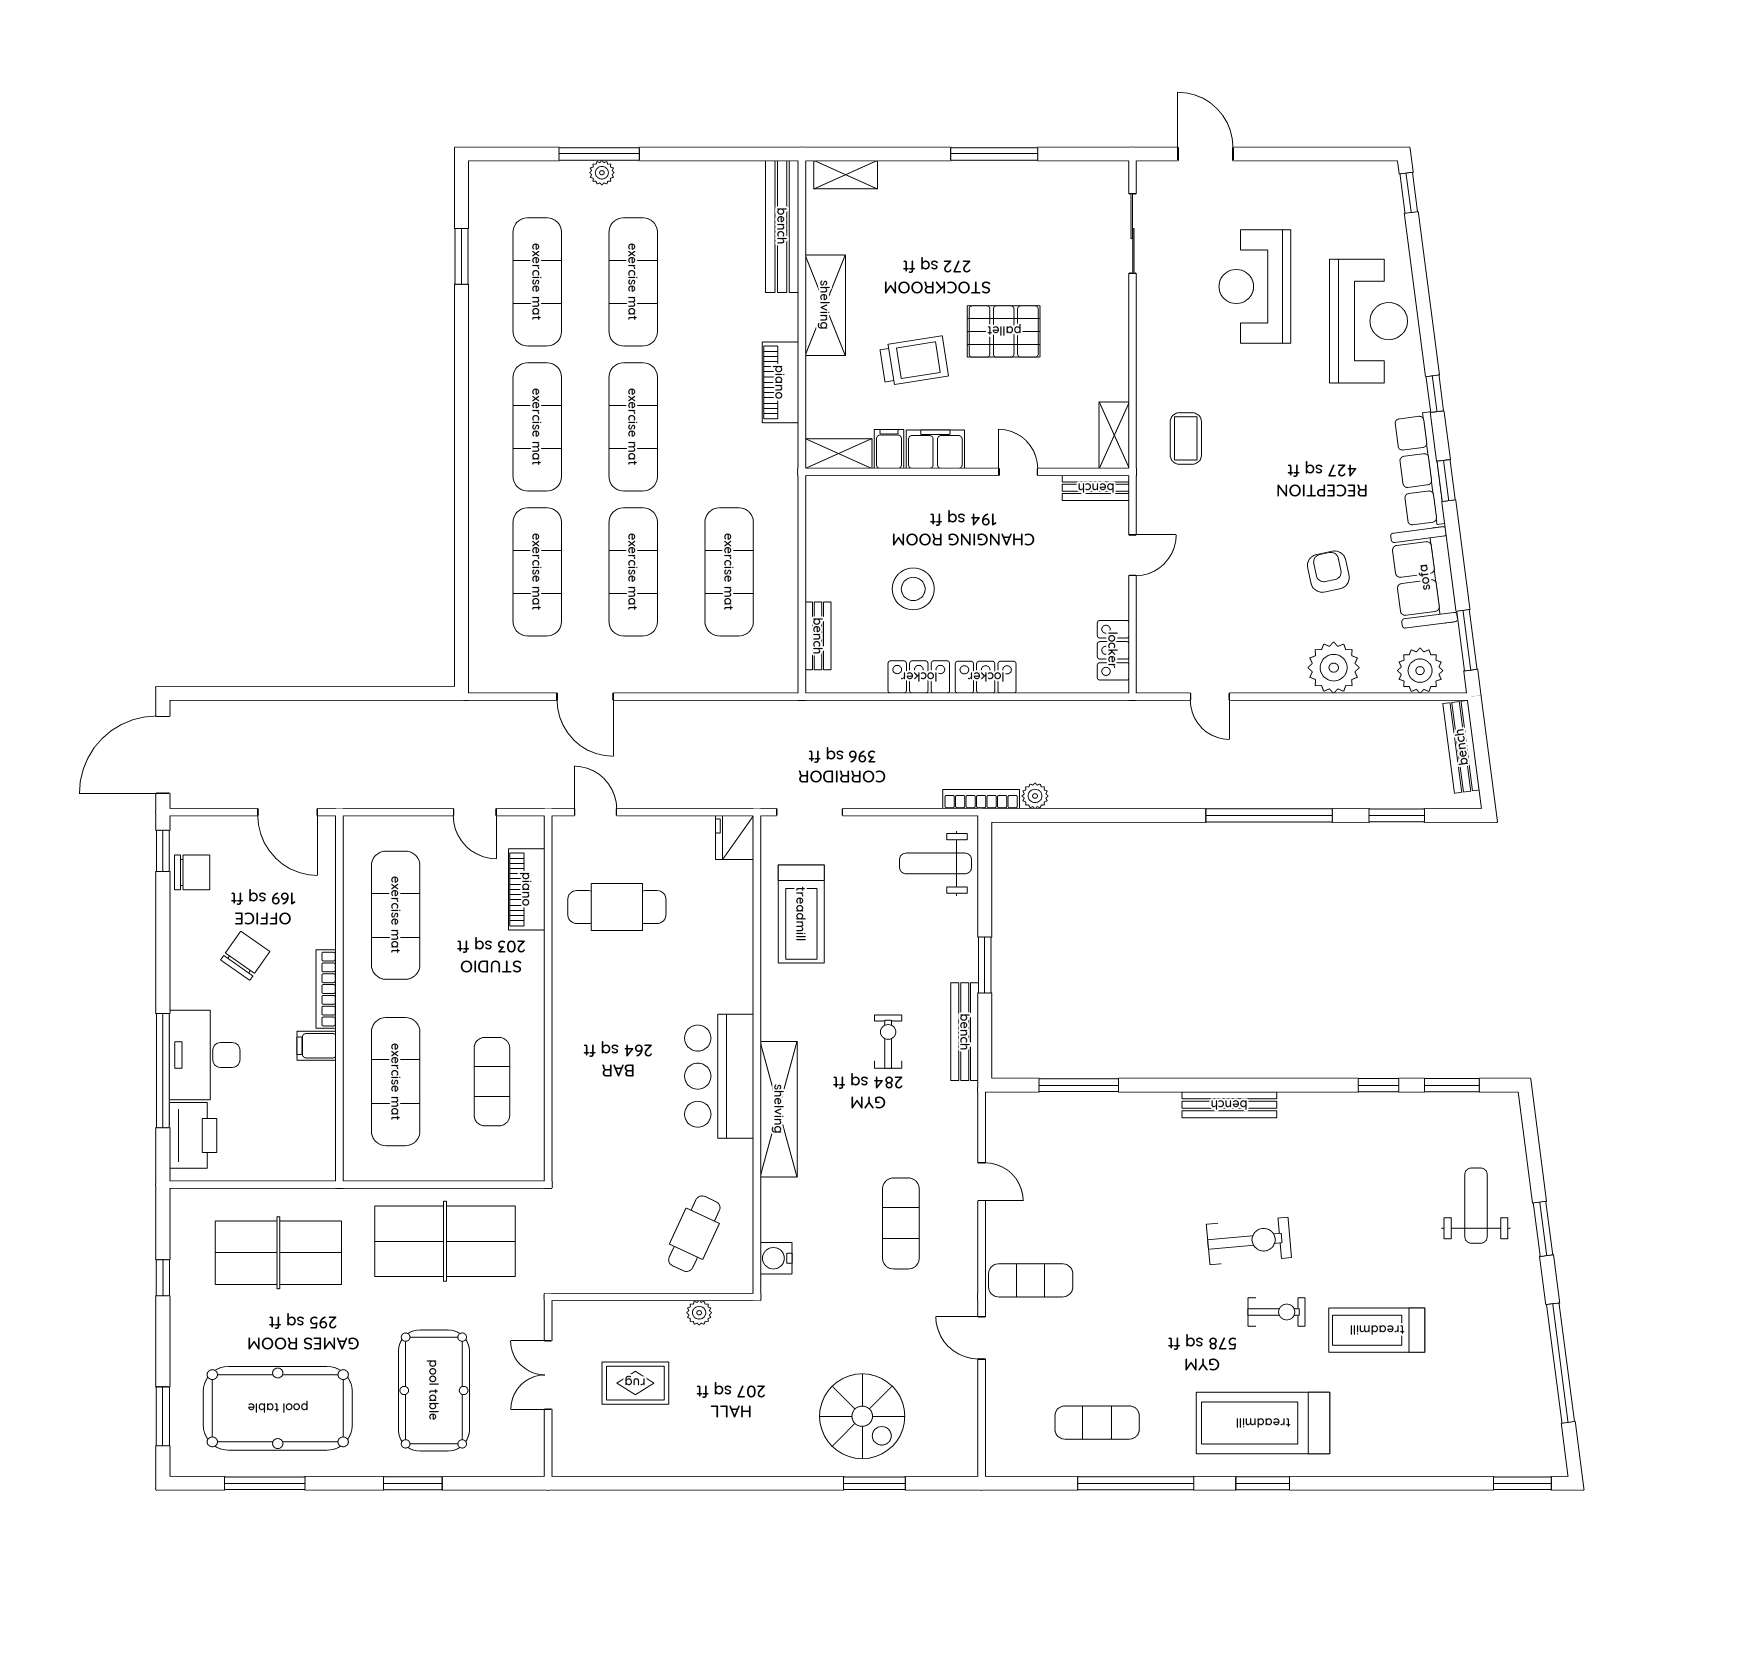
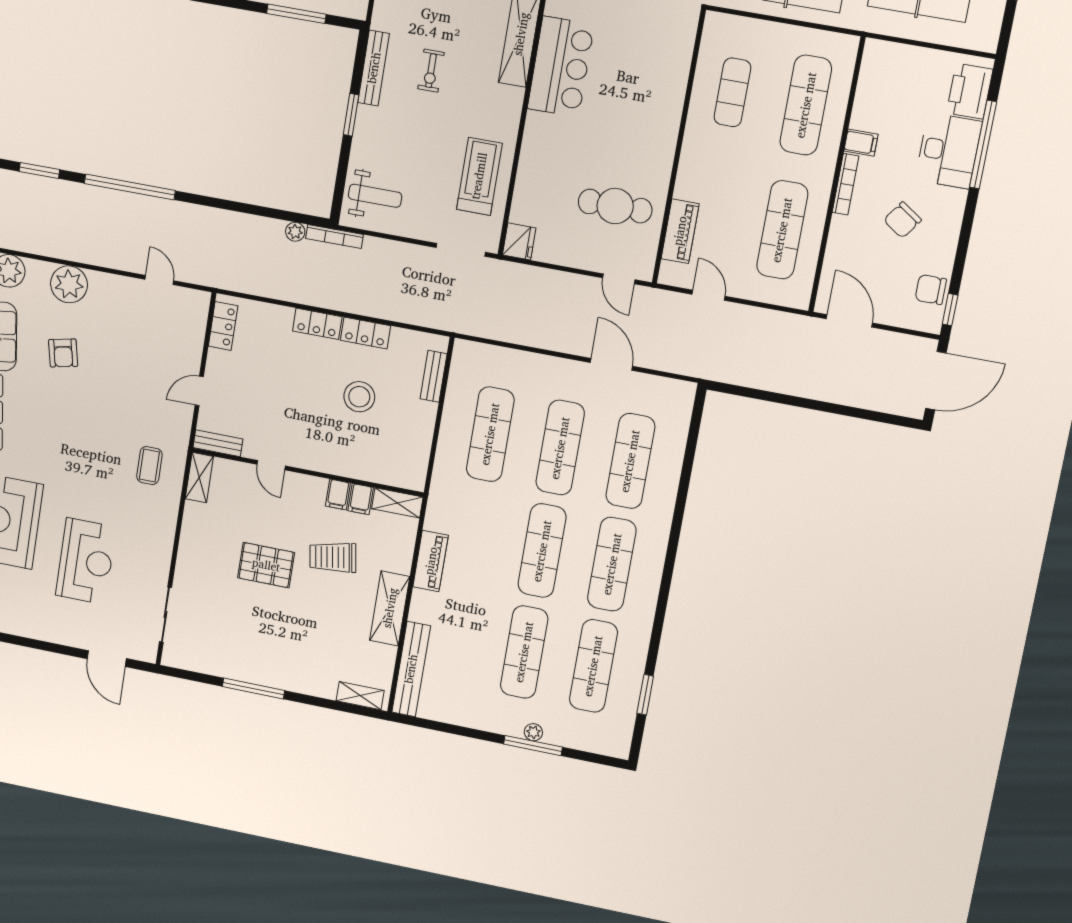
filing cabinet: (935, 449) -> (338, 494), width x0.50

